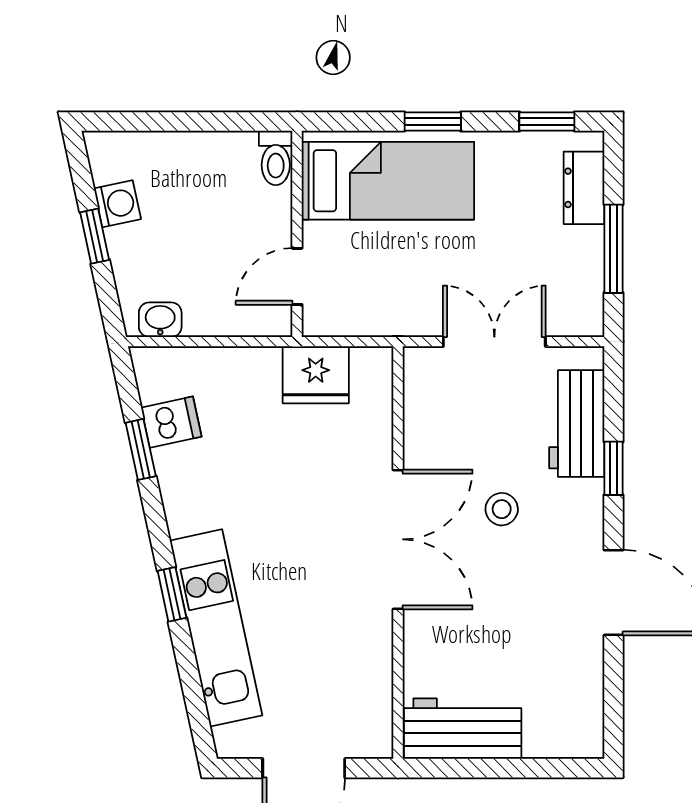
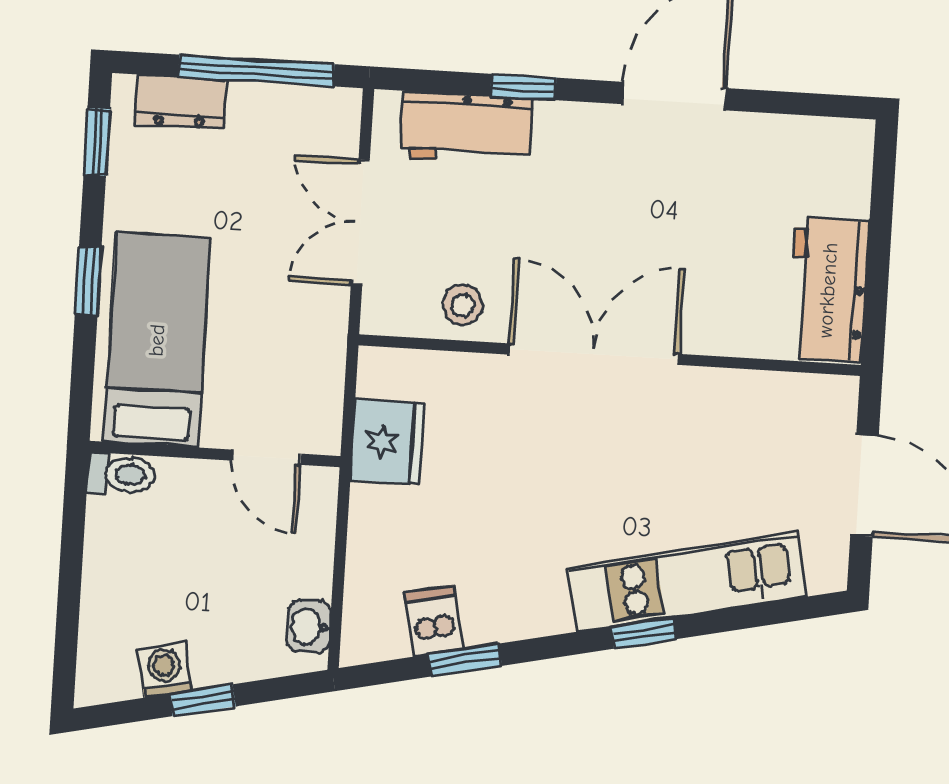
window: (613, 249) -> (256, 71), width x1.44
stool: (502, 509) -> (463, 305), moved

